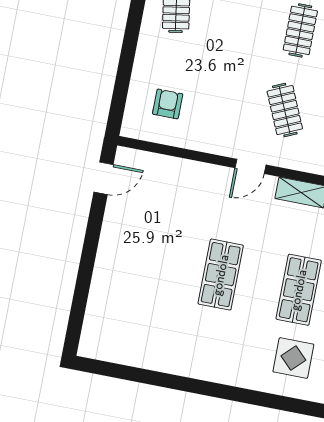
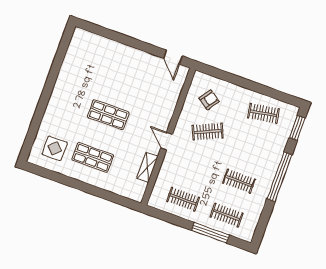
armchair: (168, 104) -> (209, 100), turned -55
clothes rail: (285, 110) -> (208, 132), moved

